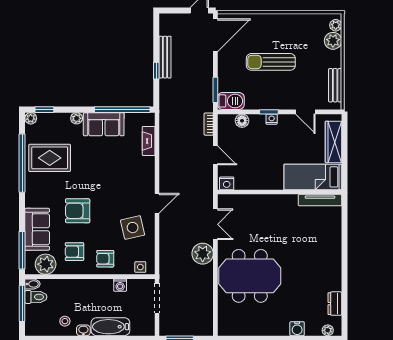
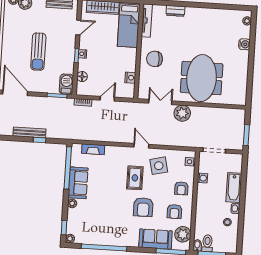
rug: (50, 158) -> (135, 178), moved, width x0.73, depth x0.70
nightstand: (227, 183) -> (130, 78), moved
chair: (271, 213) -> (154, 59), added
dresser: (335, 304) -> (175, 11), moved

